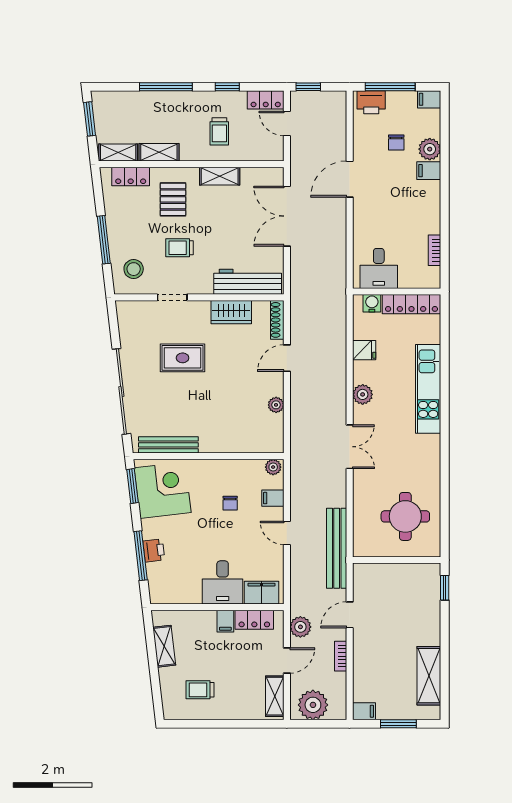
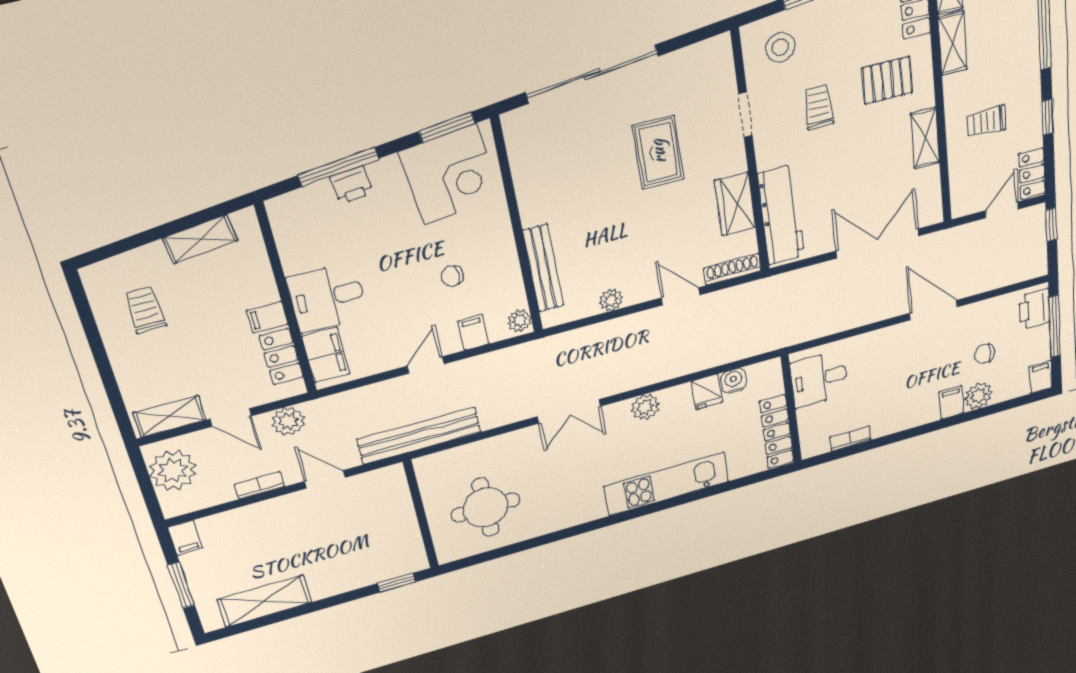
water cooler: (372, 303) -> (734, 381), moved, turned -90
bench: (168, 445) -> (543, 268), moved

